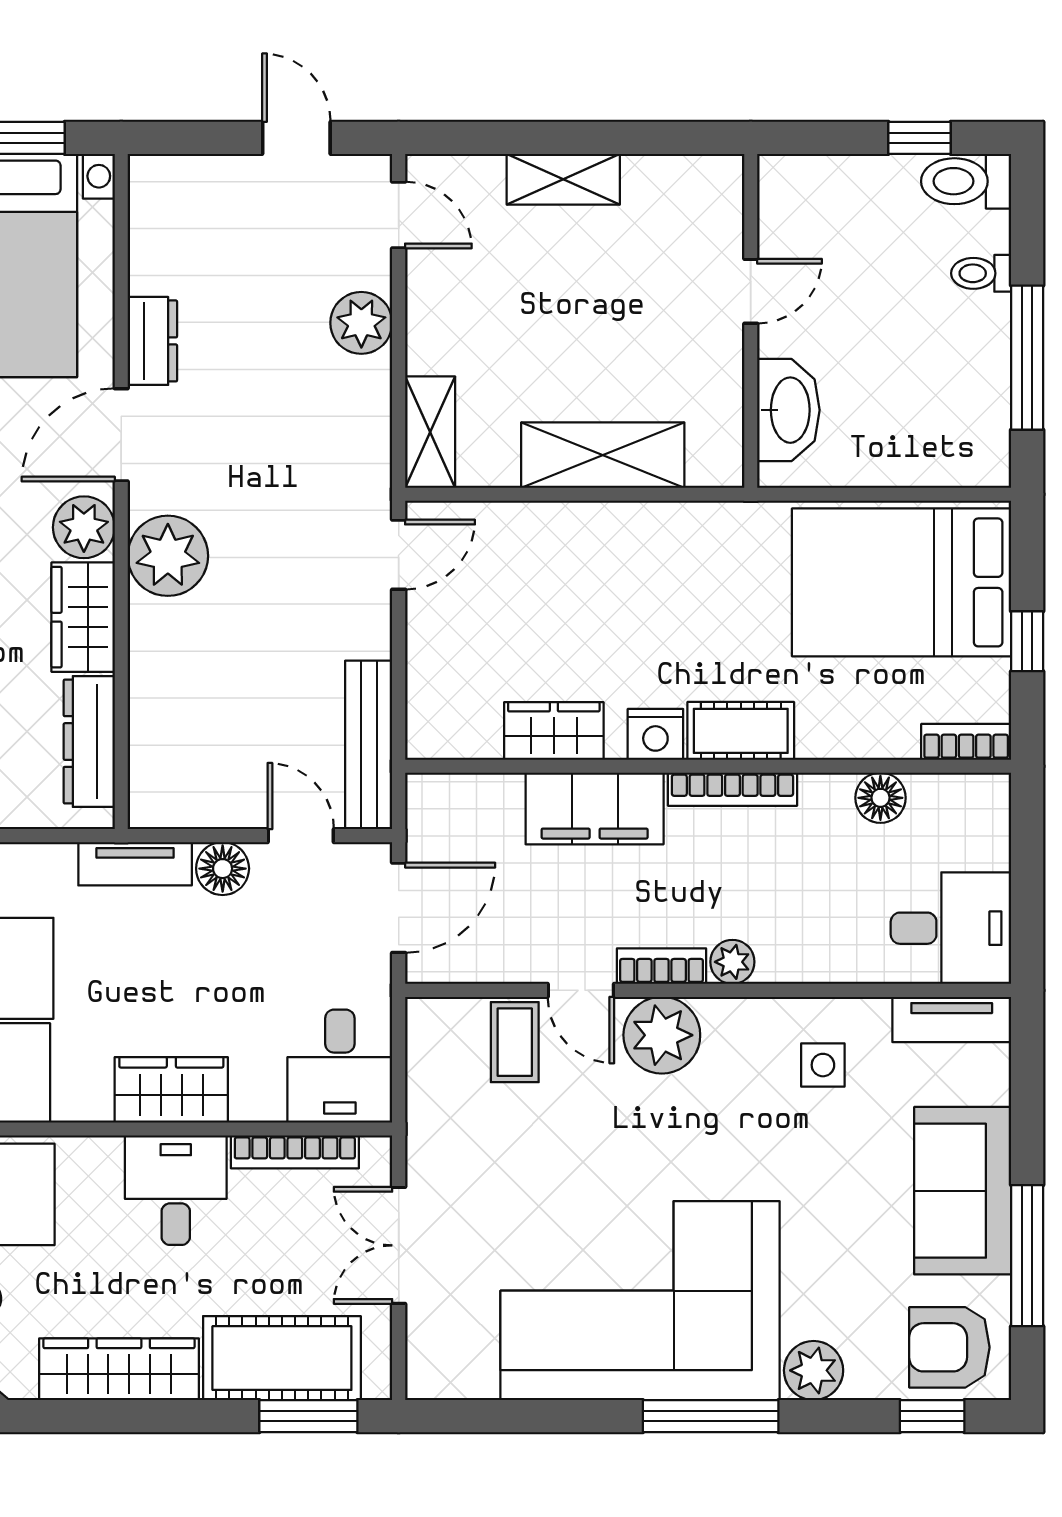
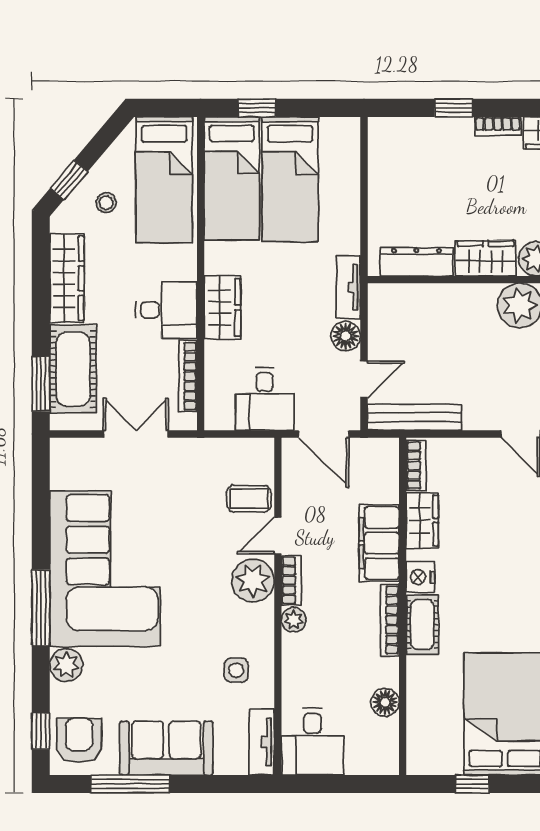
bookcase: (966, 742) -> (416, 465), moved
desk: (340, 1066) -> (265, 399), moved, turned -90

